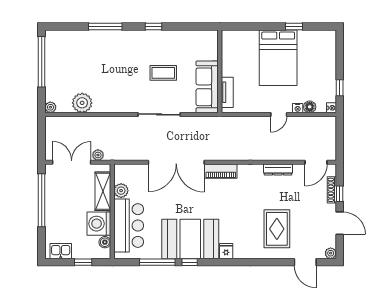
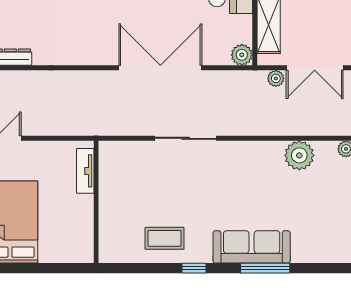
coffee table: (163, 73) -> (165, 238), moved
sofa: (207, 87) -> (252, 247), moved, turned -90
piano: (221, 171) -> (95, 55), removed
plant: (121, 191) -> (242, 55), moved

